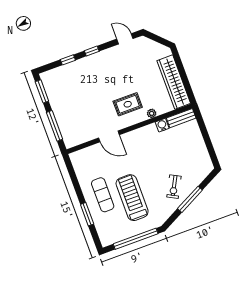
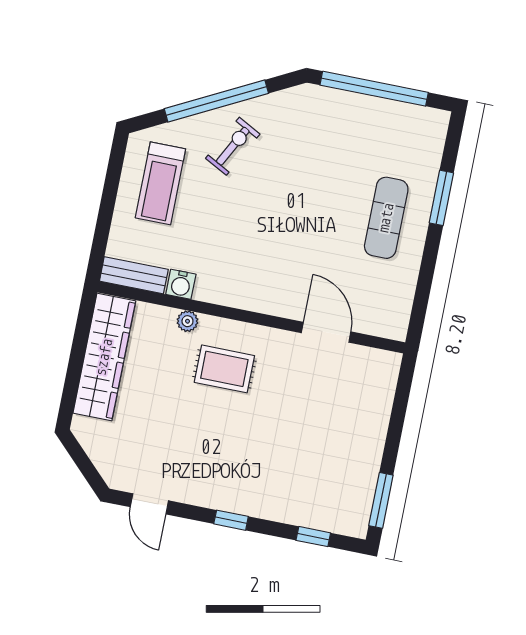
window: (68, 60) -> (313, 537), moved
window: (55, 126) -> (398, 416), removed
door: (109, 136) -> (326, 332), moved
treadmill: (132, 198) -> (160, 183), moved, width x0.73, depth x0.73
window: (190, 199) -> (216, 101), width x1.46

